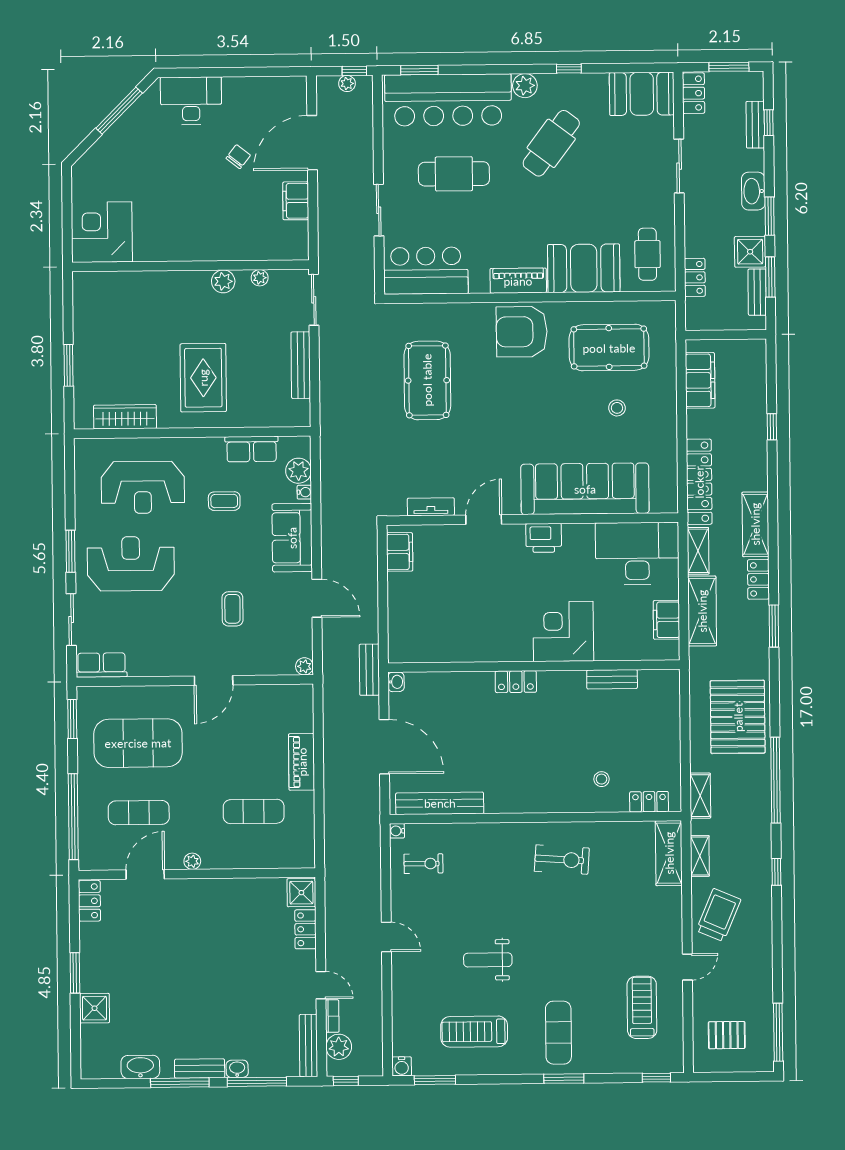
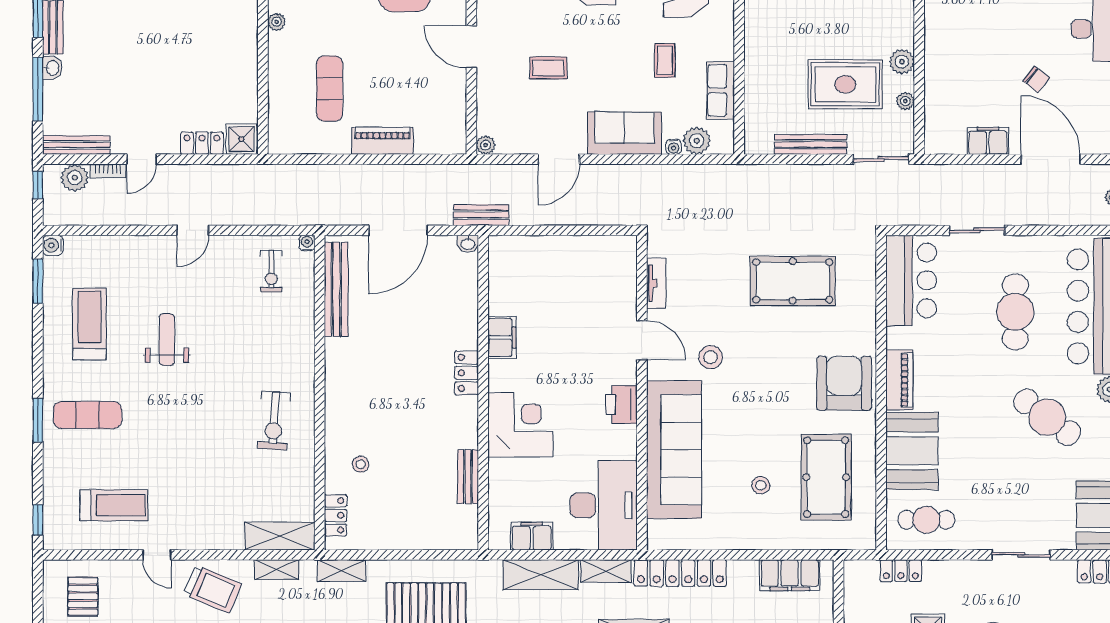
rug: (203, 378) -> (845, 84), moved
stool: (499, 456) -> (711, 357), added
filing cabinet: (400, 552) -> (502, 337), moved, turned -90

